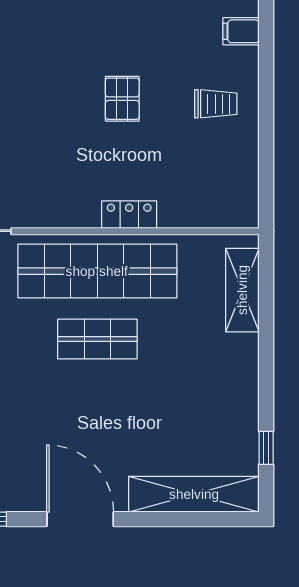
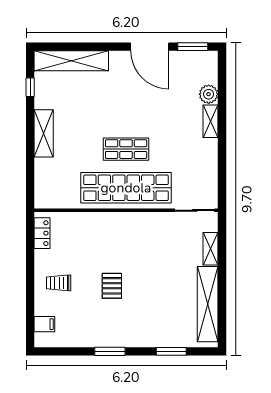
locker: (129, 215) -> (42, 233), moved, turned -90
shelving: (242, 290) -> (44, 133), moved
door: (80, 519) -> (150, 47), moved

